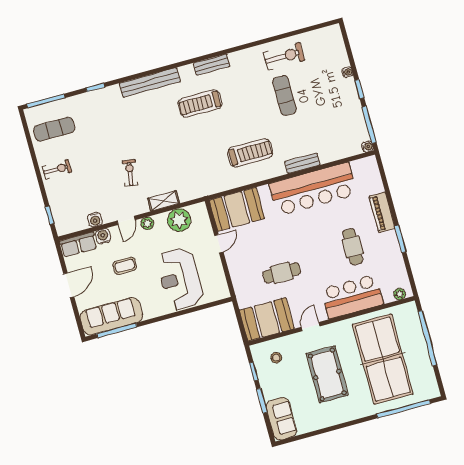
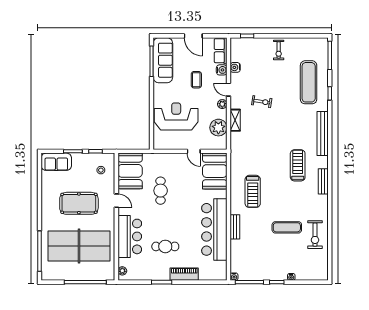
exercise mat: (54, 129) -> (309, 82), moved, width x1.36, depth x1.45

